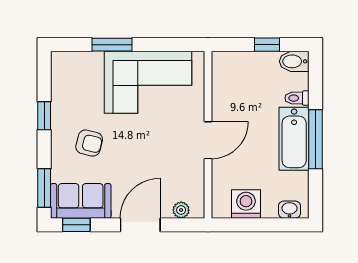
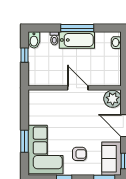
corner sofa: (148, 82) -> (46, 149), moved
armchair: (89, 143) -> (79, 154), turned 76
washing machine: (246, 204) -> (113, 67), removed
plant: (181, 210) -> (113, 99), width x1.88, depth x1.88

